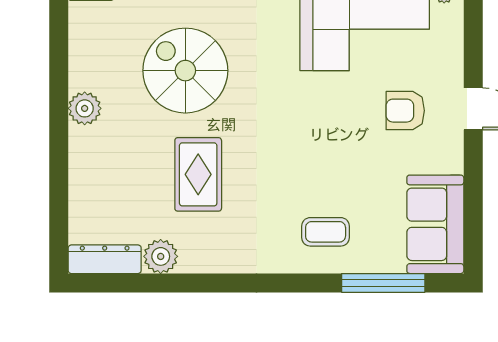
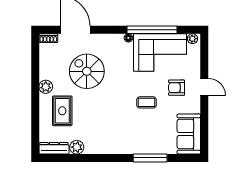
rug: (198, 174) -> (62, 111), moved
coffee table: (326, 232) -> (147, 102), moved
window: (383, 283) -> (150, 158), moved

